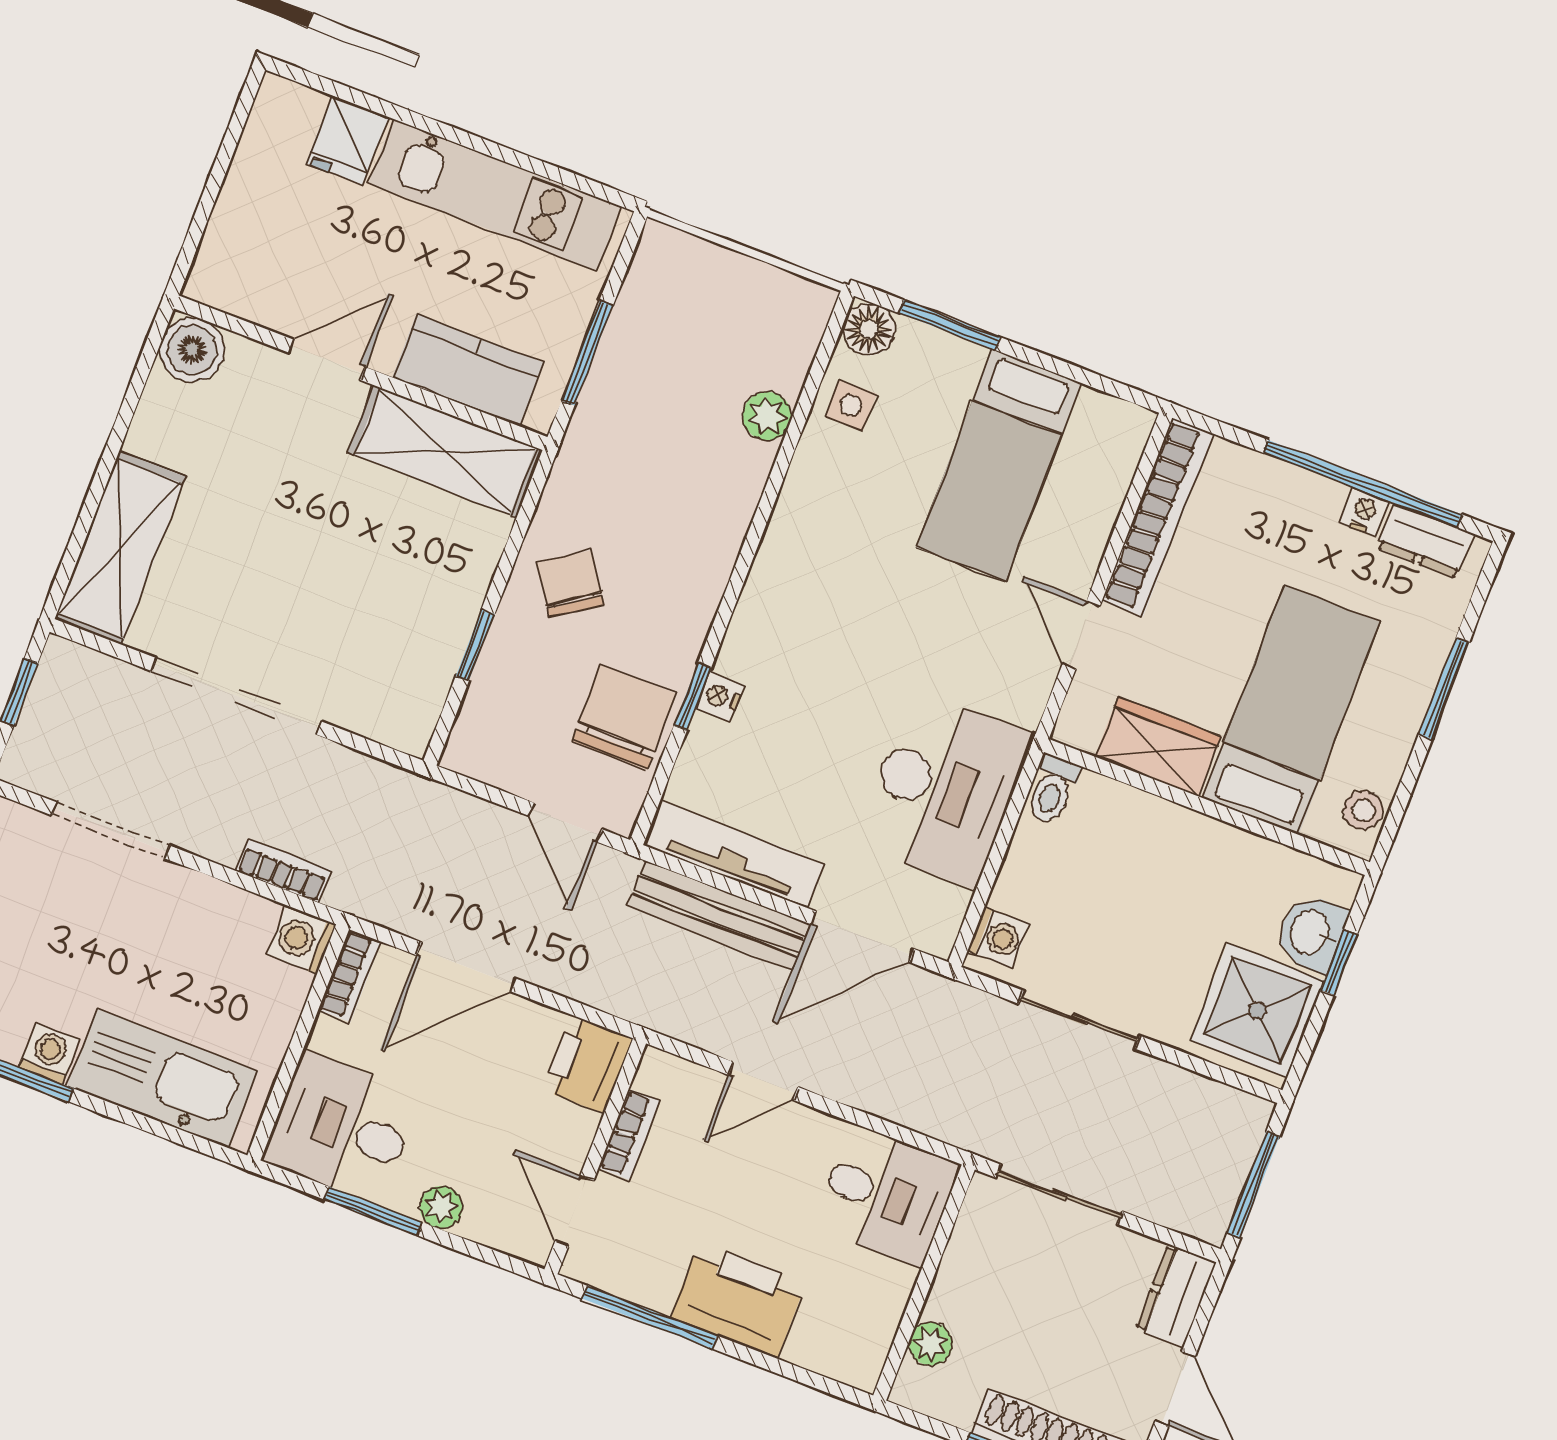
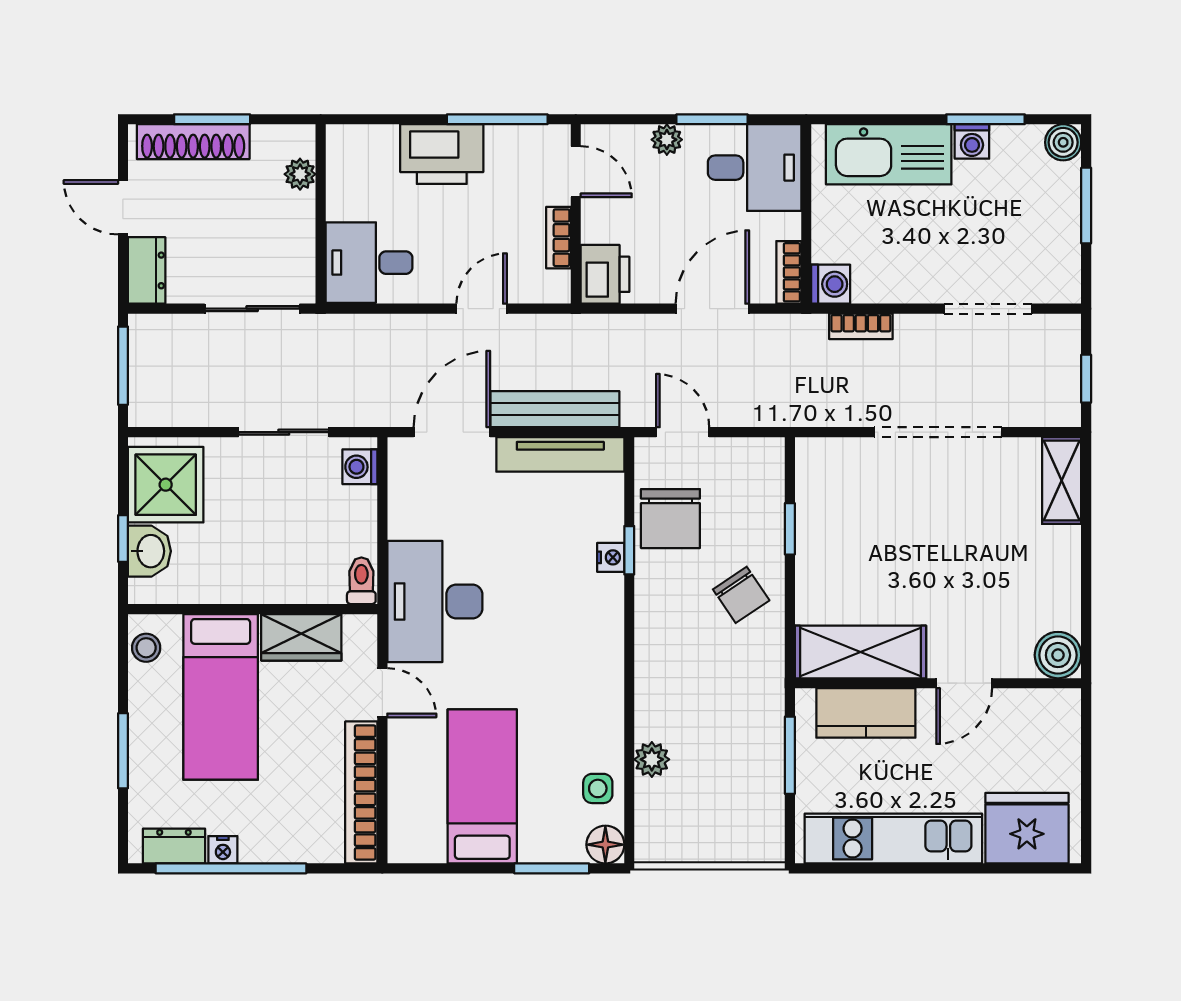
fridge: (347, 140) -> (1027, 828), width x1.88, depth x1.34
shelving: (120, 548) -> (1062, 481), width x0.67, depth x0.75
desk: (944, 789) -> (435, 602), moved

